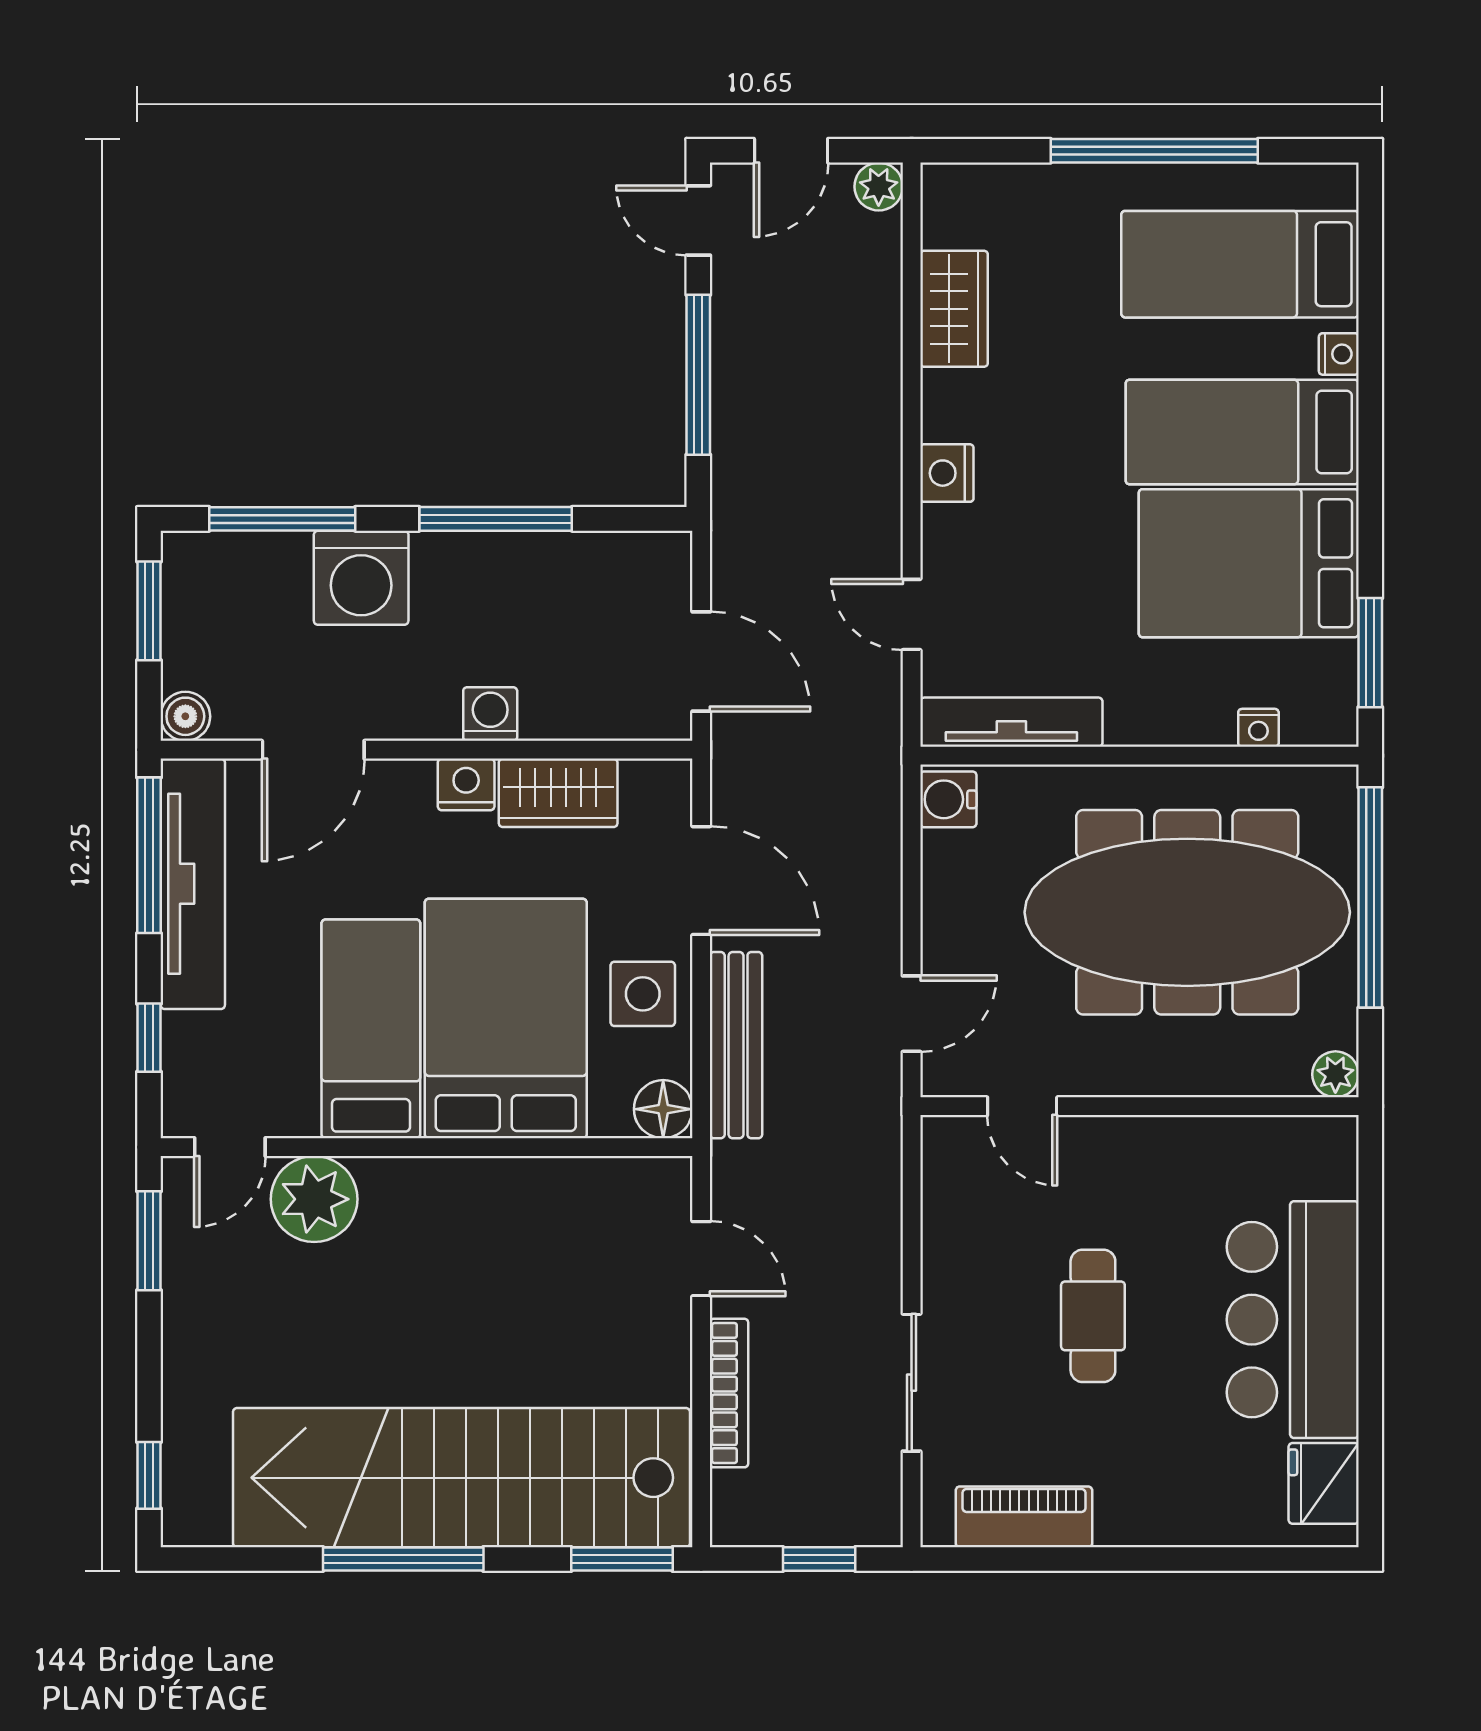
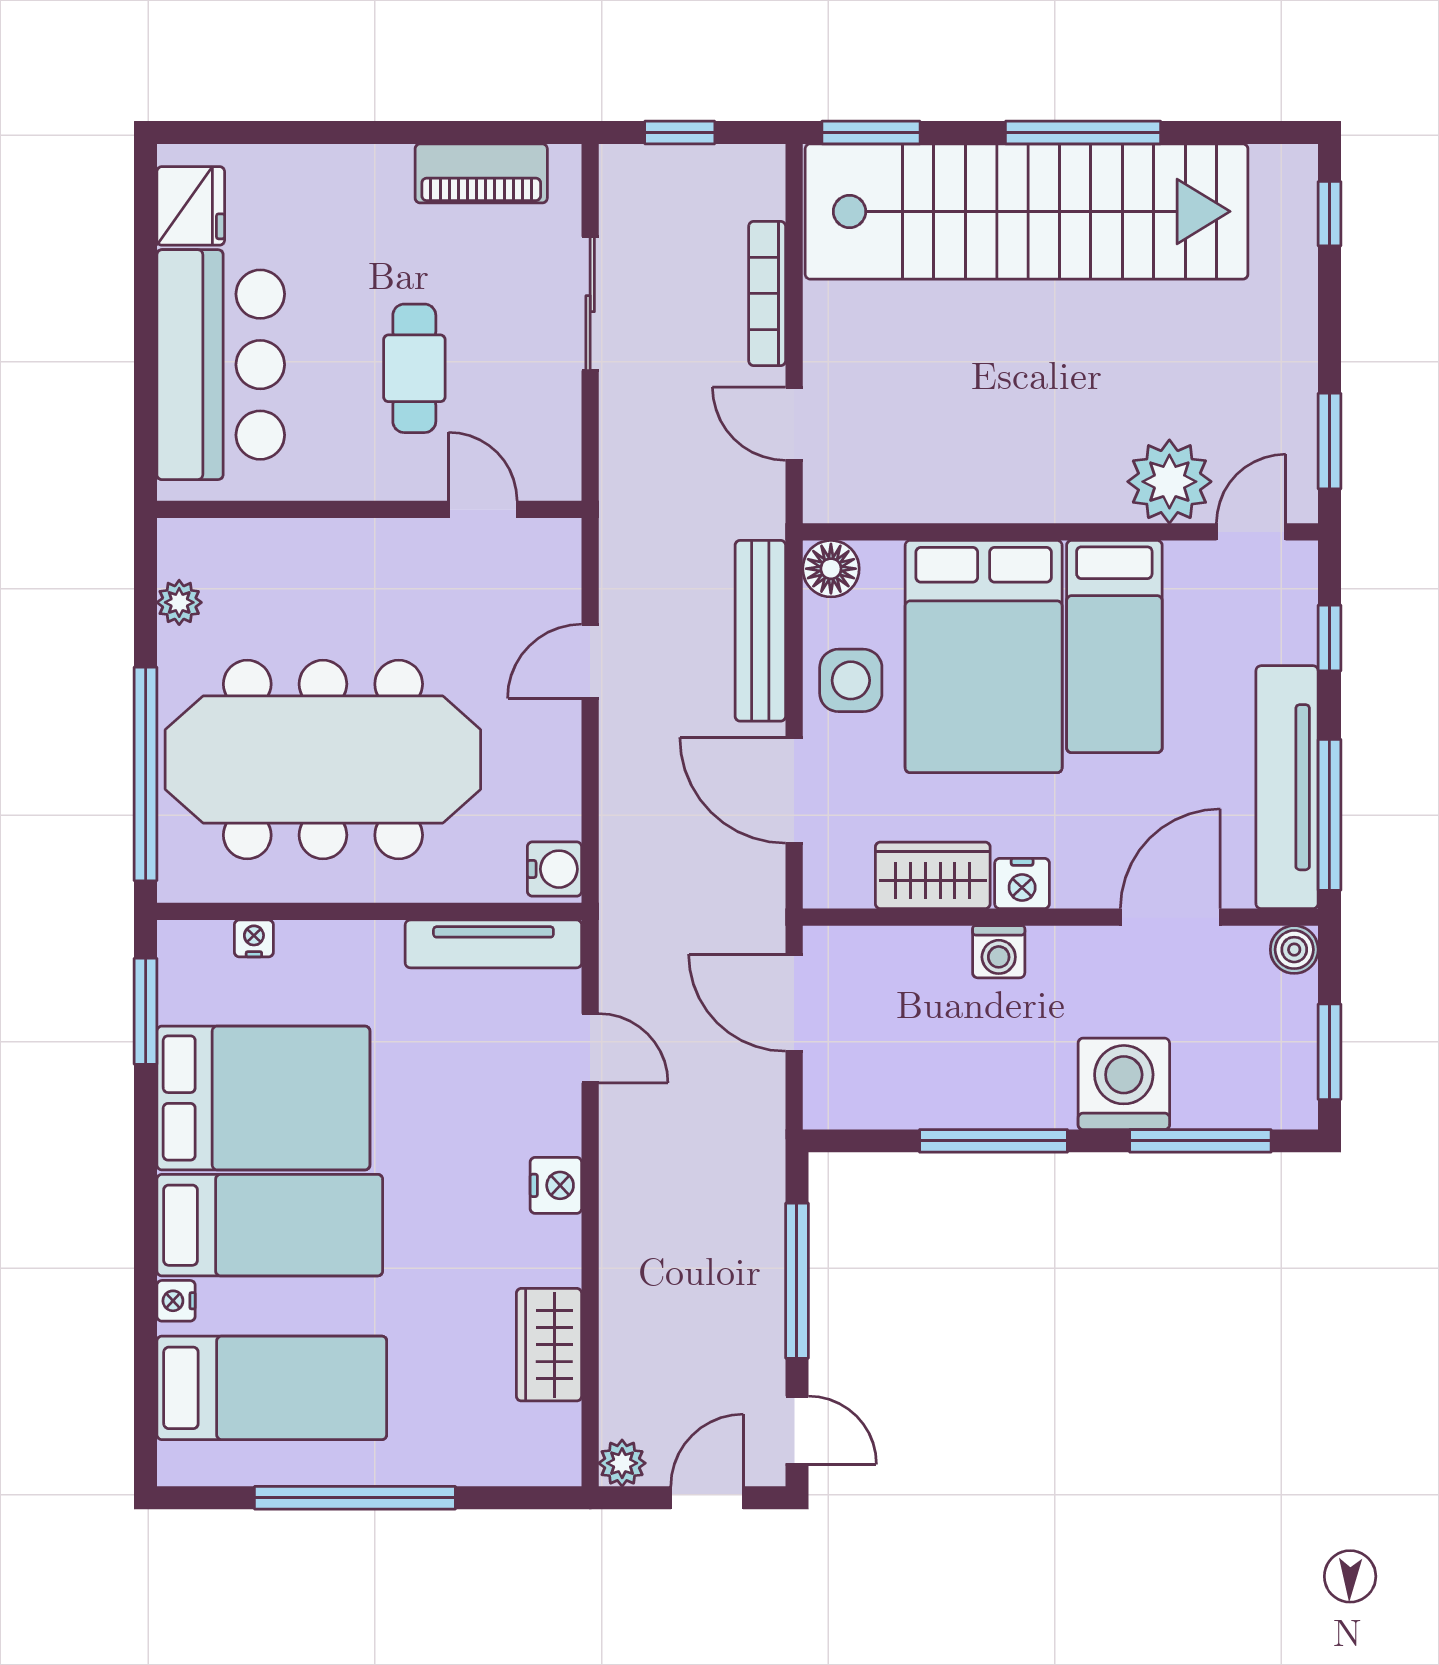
door: (1022, 1106) -> (483, 509), moved
wall: (1139, 1106) -> (369, 509), moved

